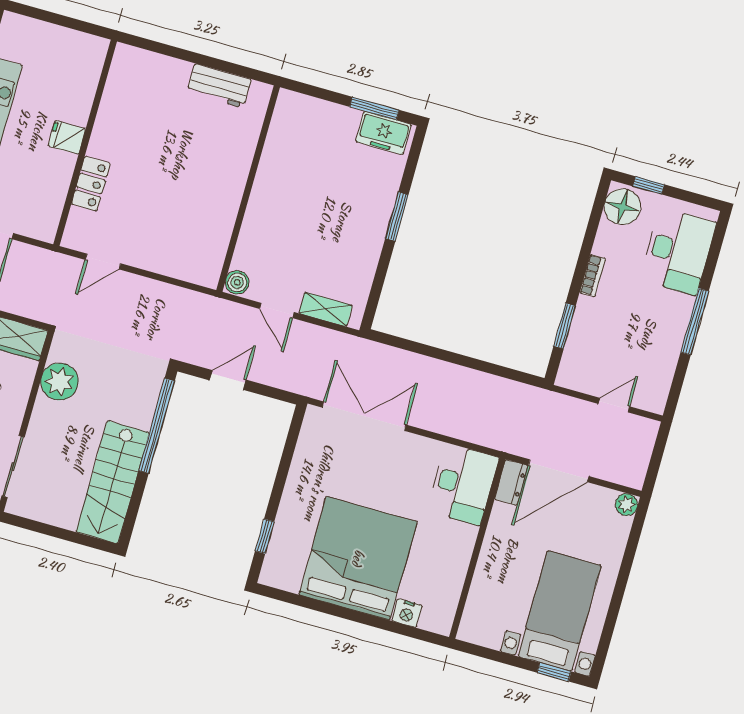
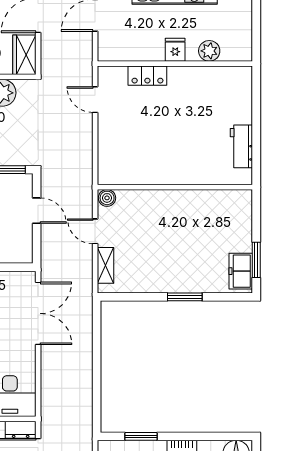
plant: (81, 93) -> (209, 51), added
door: (277, 310) -> (95, 231), hinge flipped

